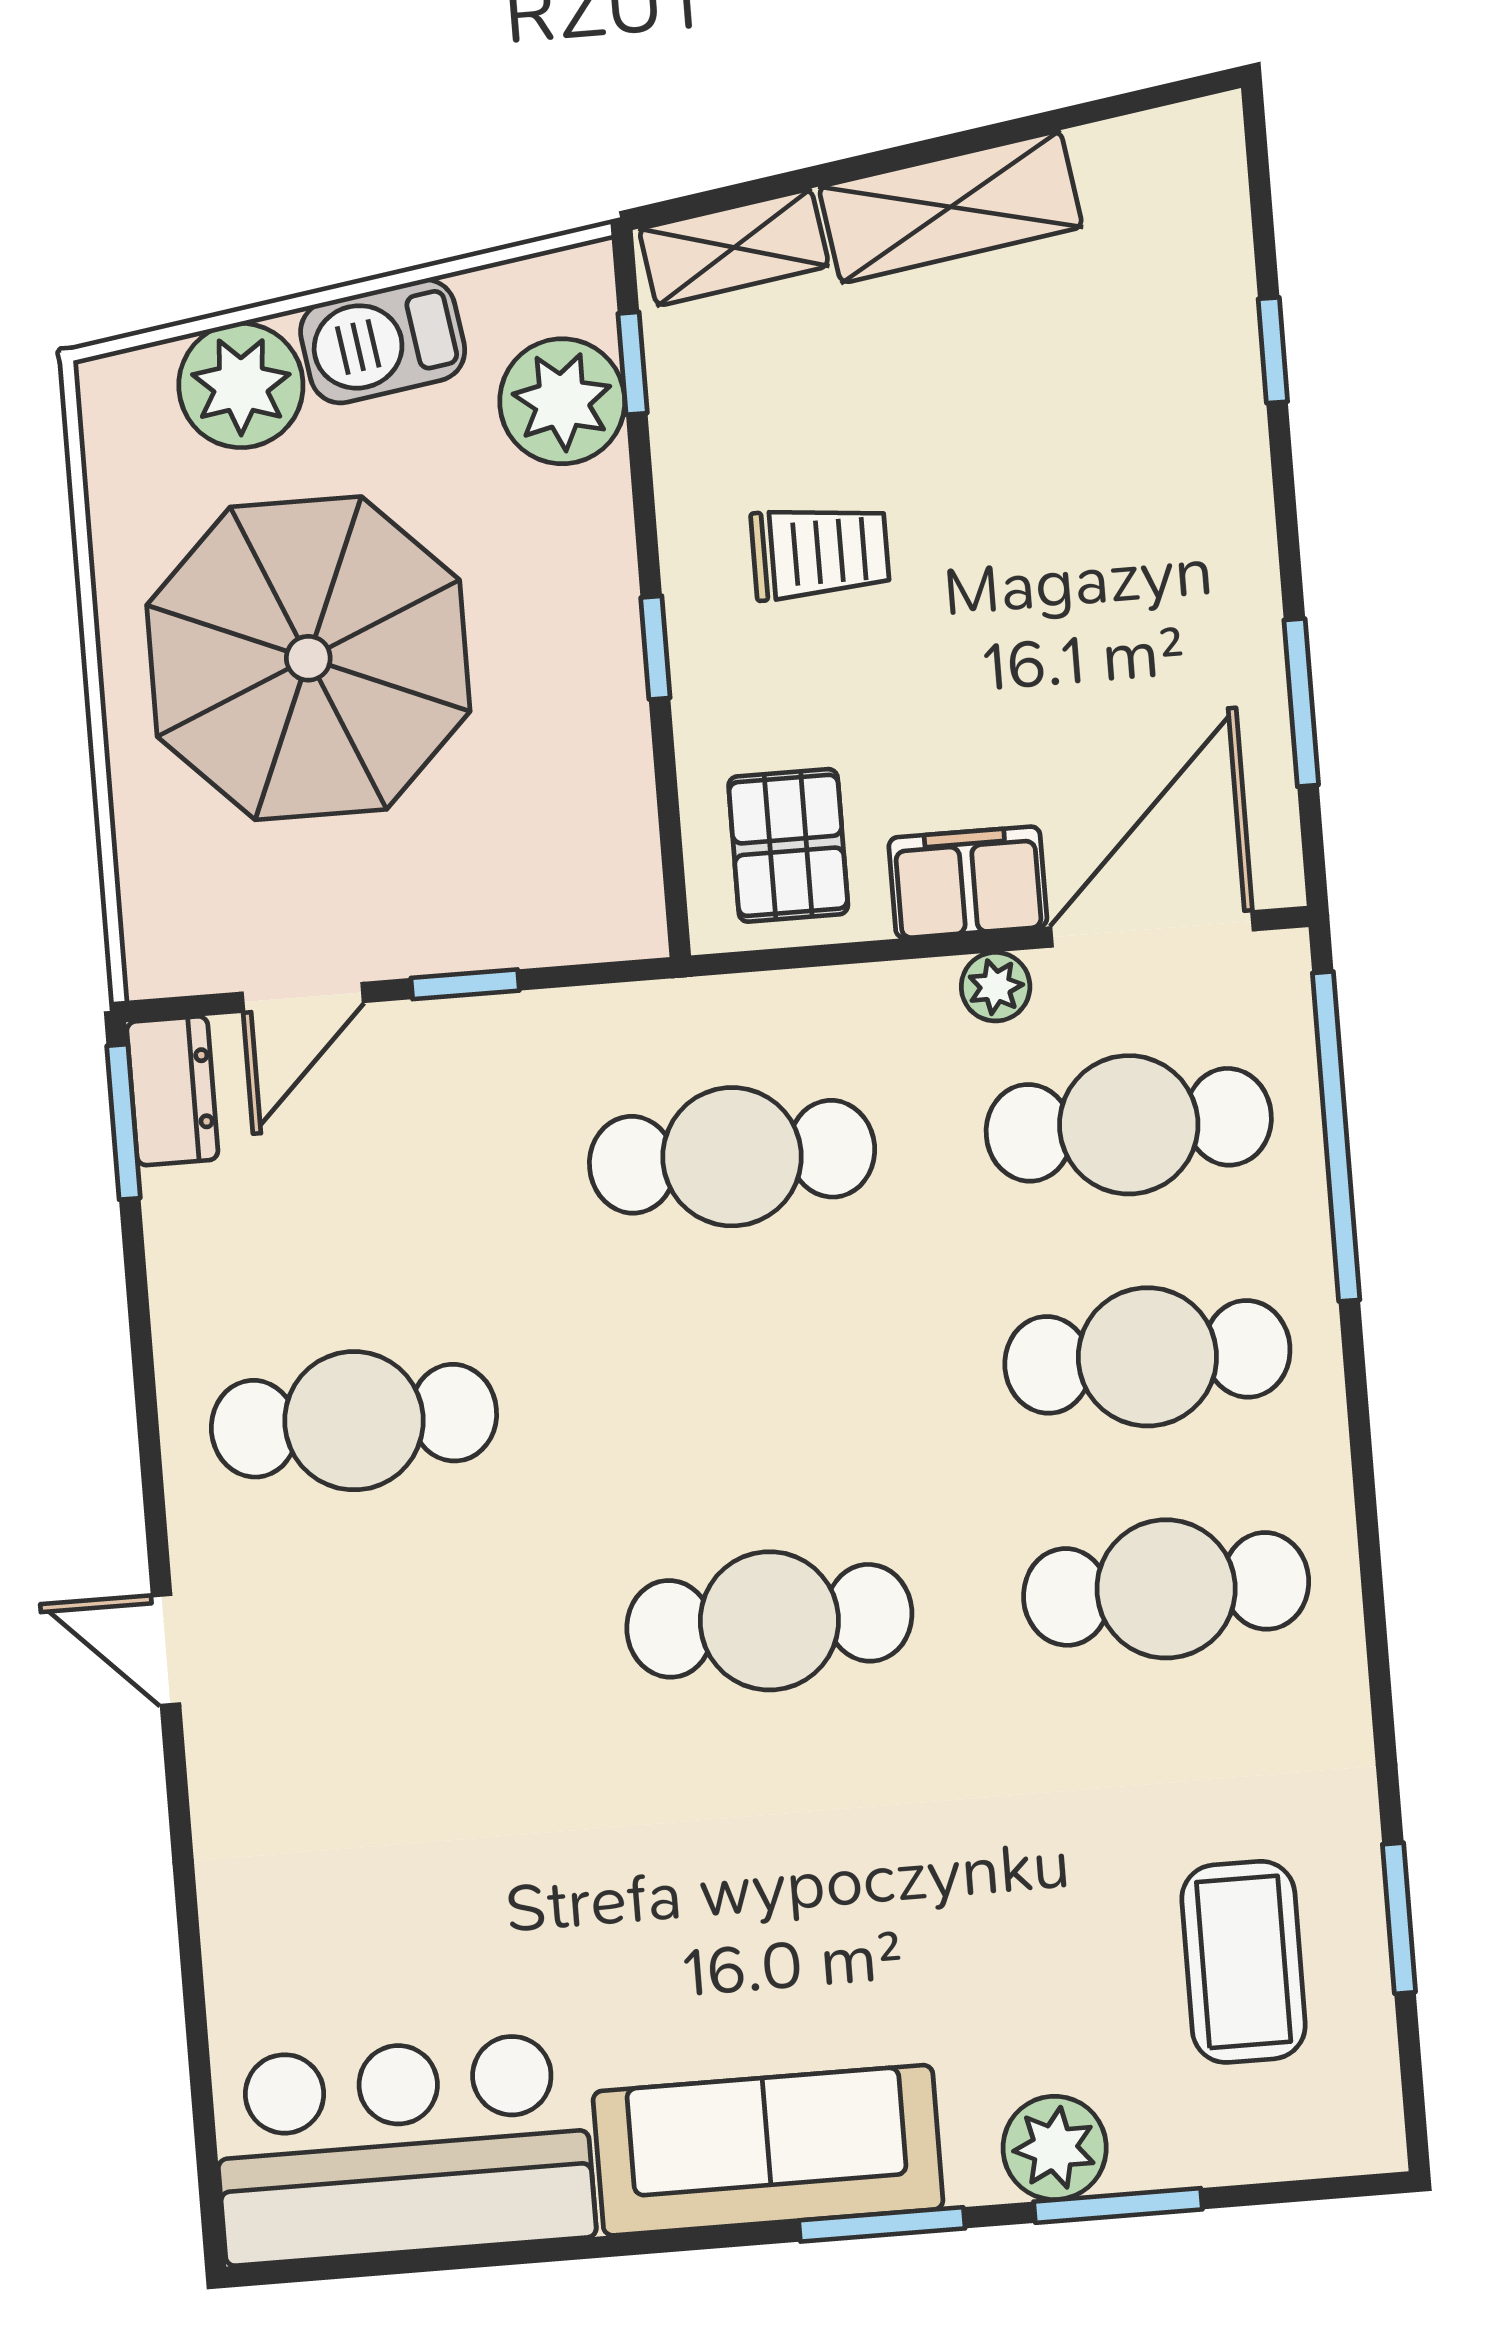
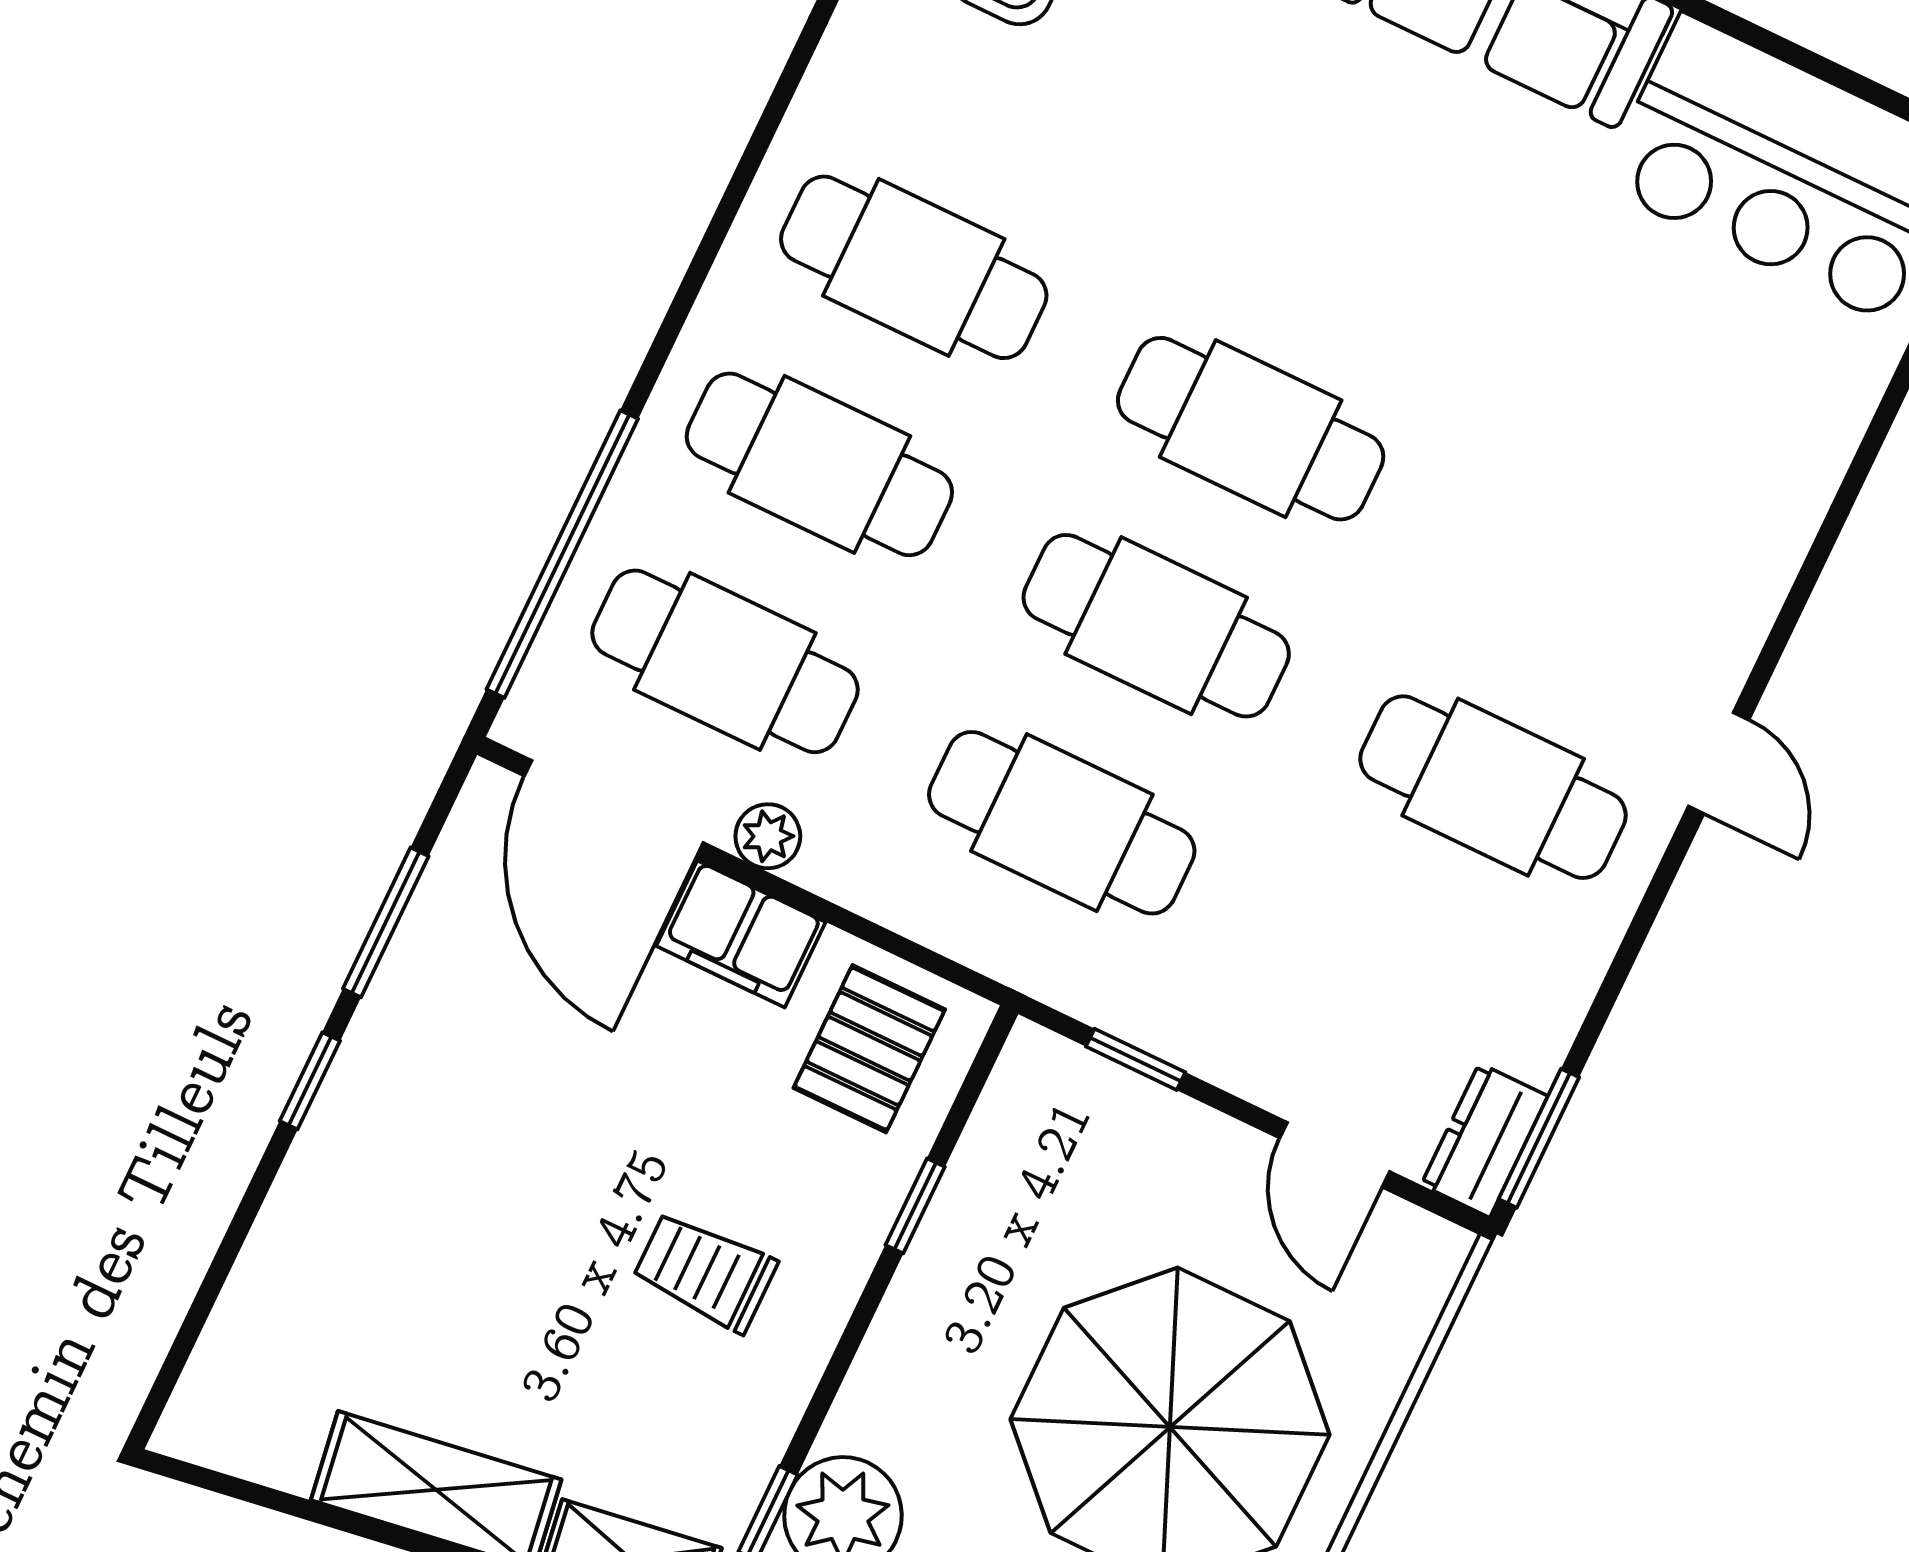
window: (1273, 350) -> (310, 1081), moved
window: (655, 648) -> (915, 1206), moved
door: (1152, 929) -> (614, 809), hinge flipped
window: (465, 984) -> (1136, 1059), moved
door: (303, 997) -> (1335, 1155), swing flipped
cafe table: (751, 1389) -> (1156, 626), added
door: (166, 1650) -> (1719, 763), moved

